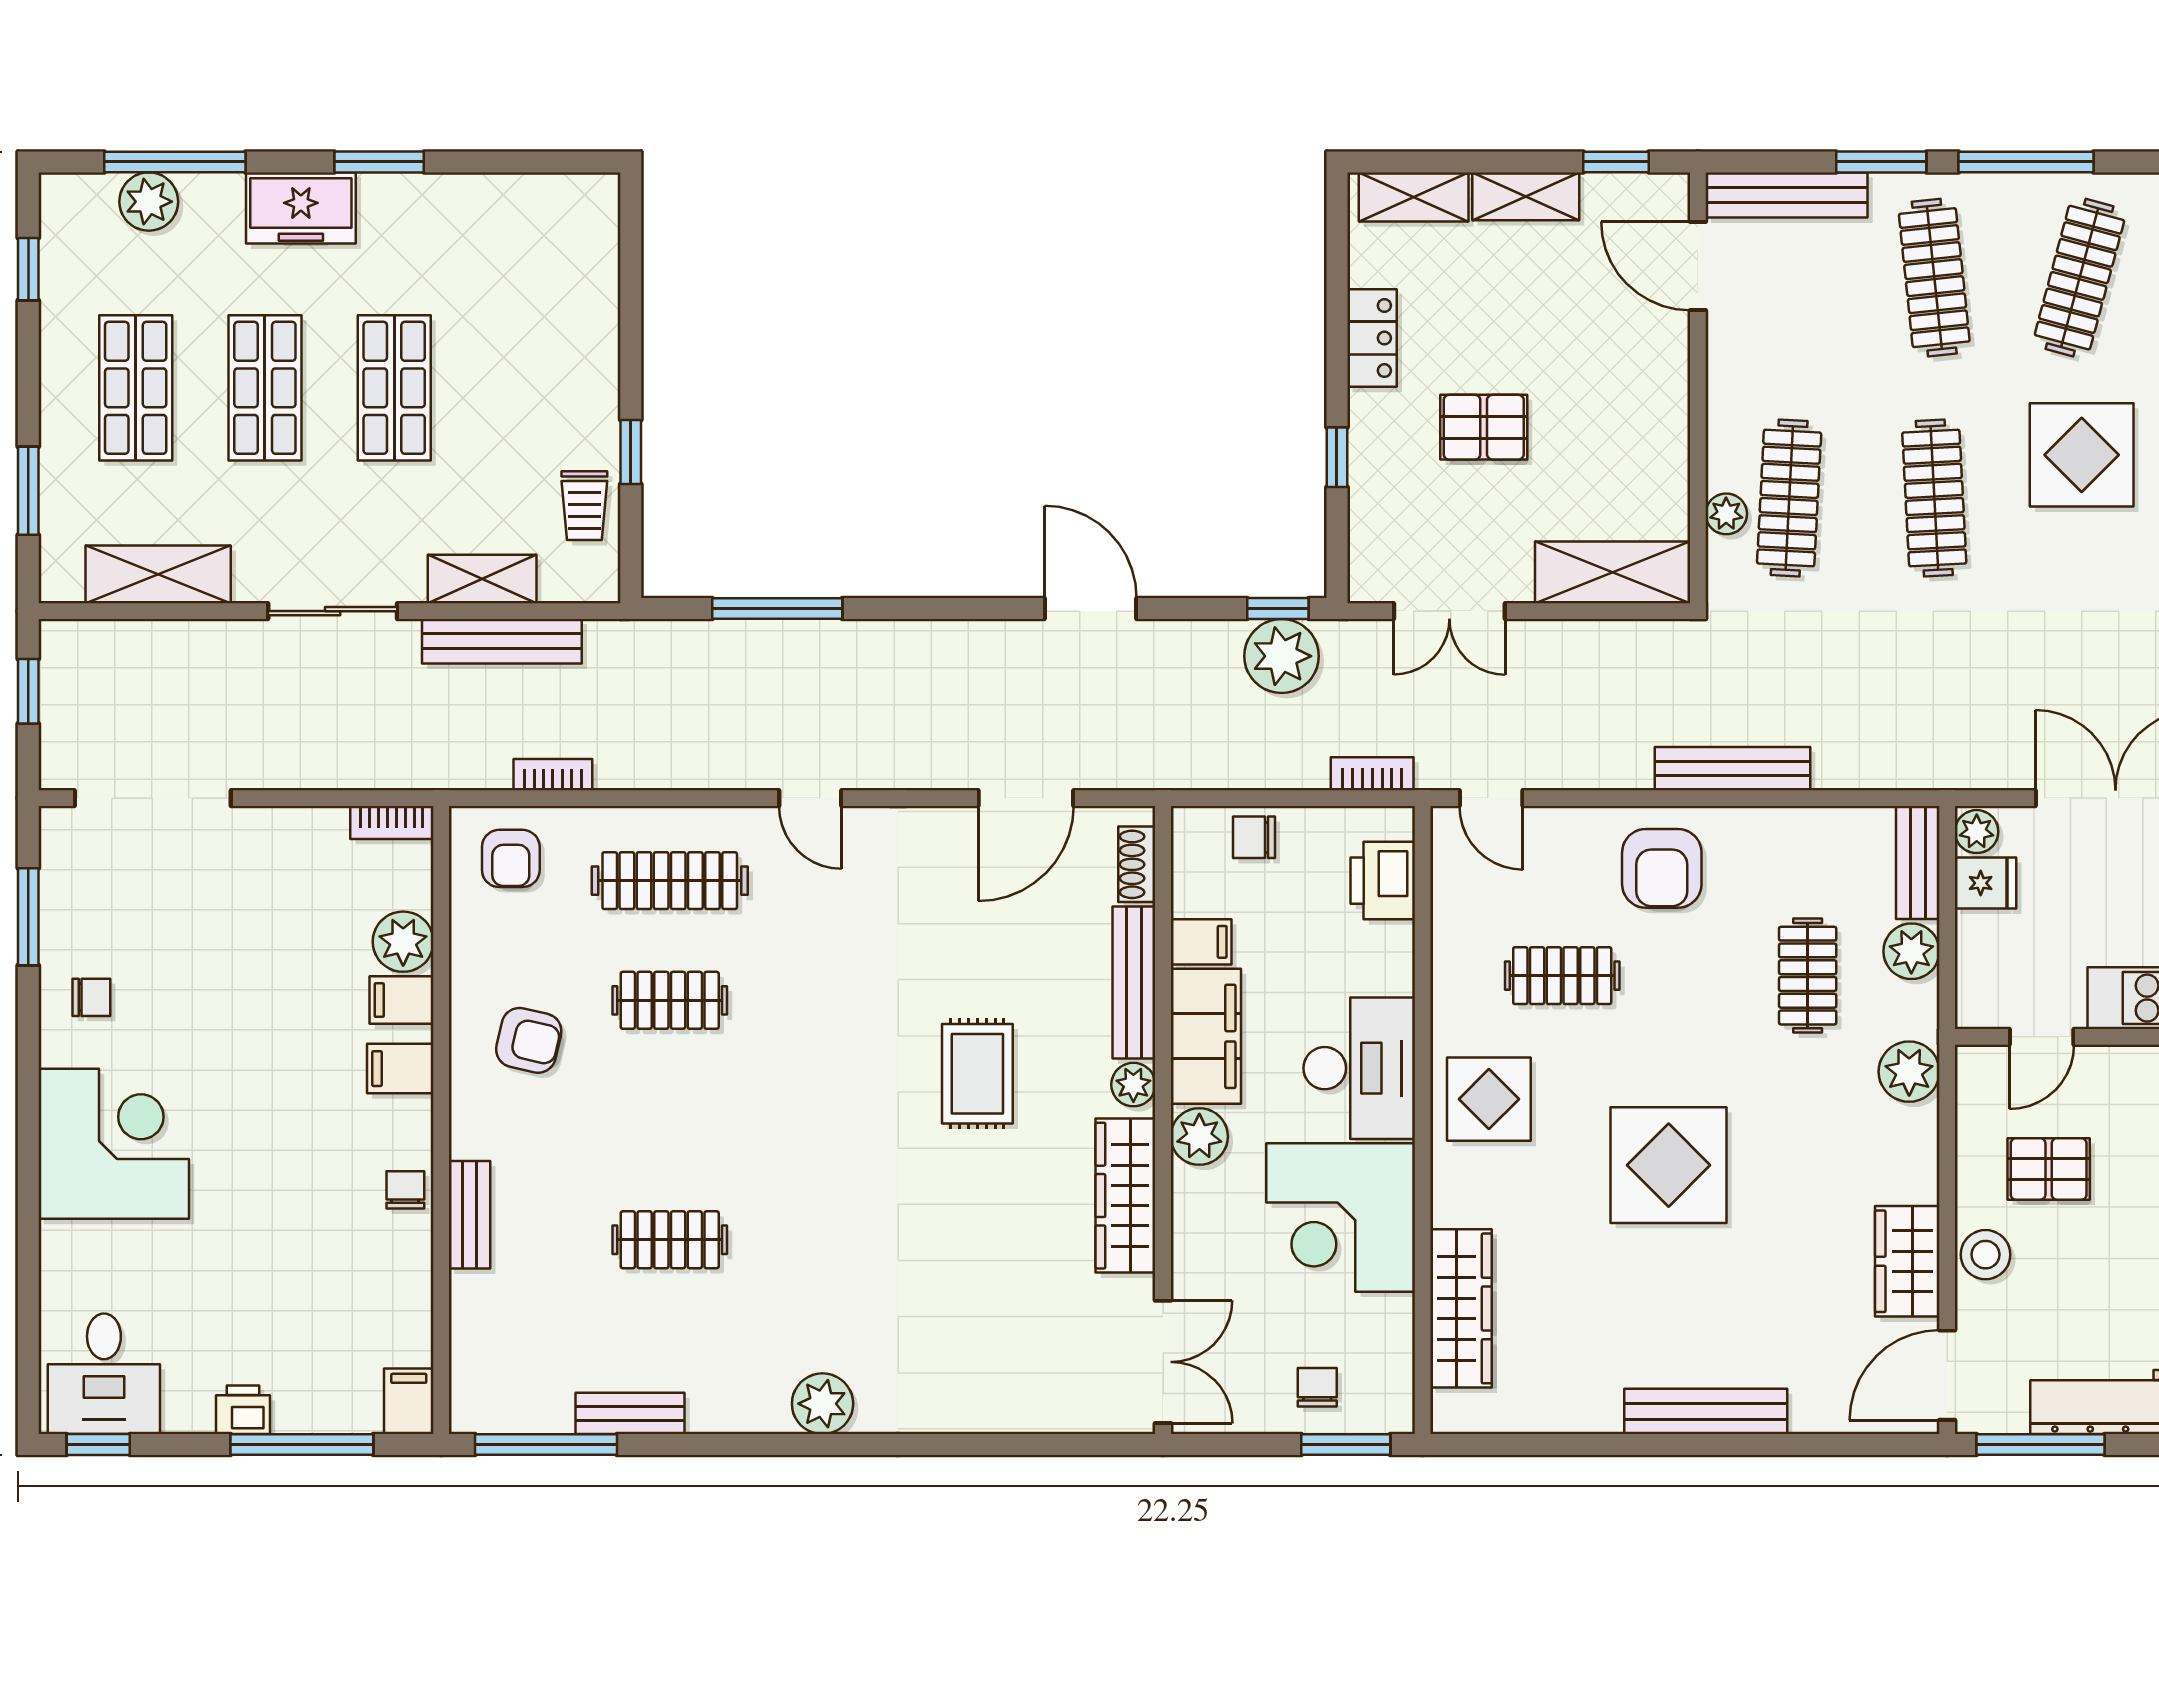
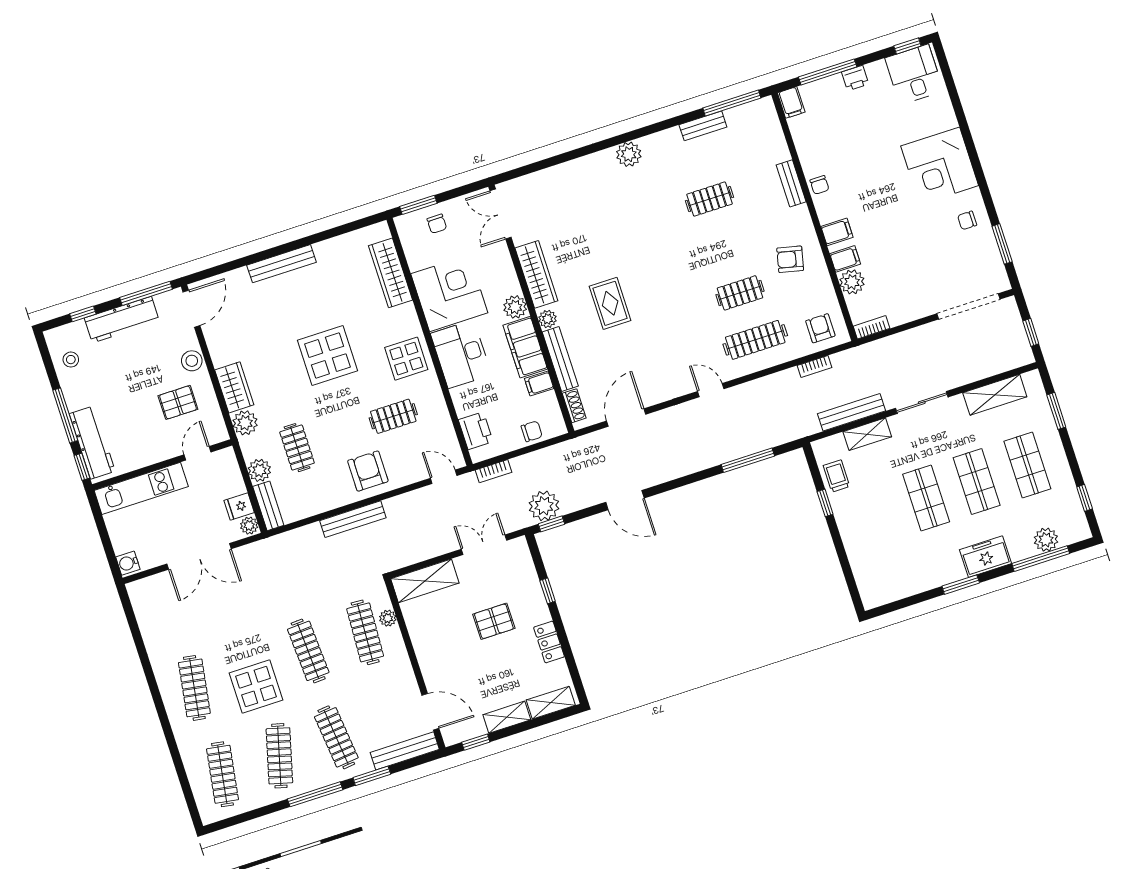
wardrobe: (1907, 1261) -> (234, 387), moved

